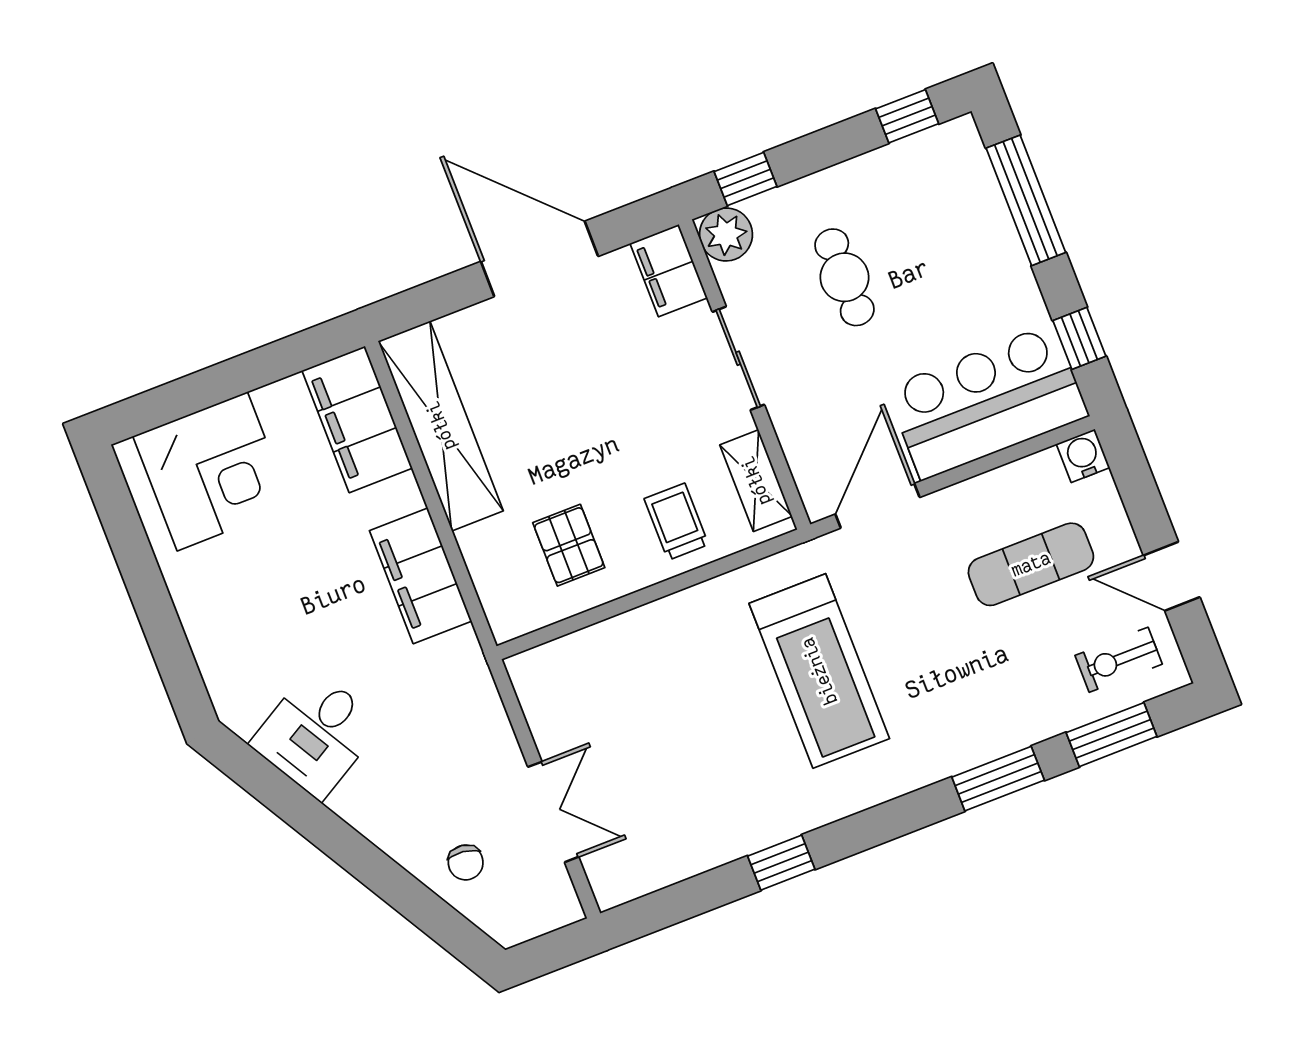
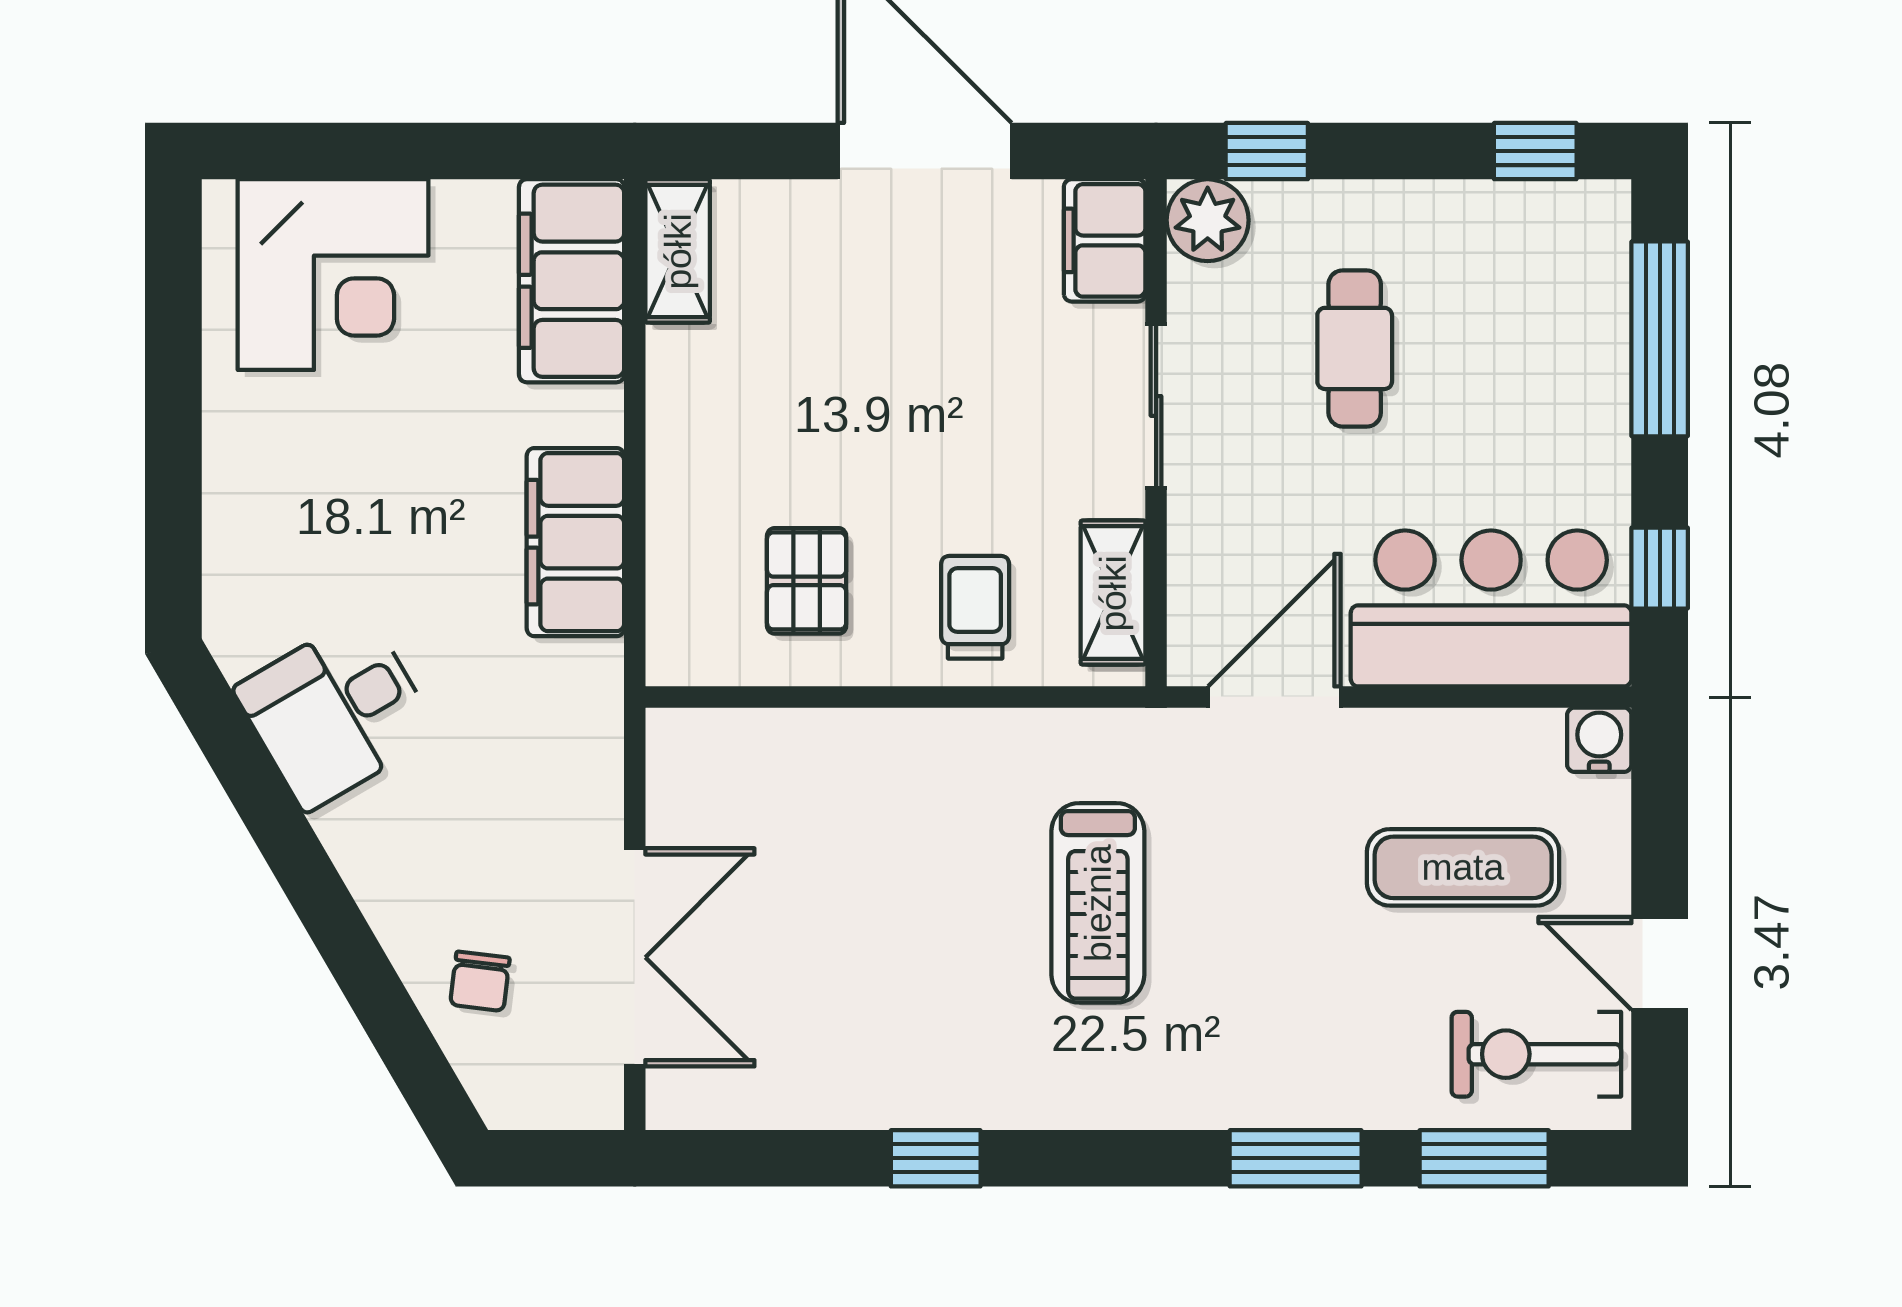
shelving: (441, 426) -> (678, 251), width x0.45, depth x0.75
exercise bike: (1119, 660) -> (1536, 1054), width x1.38, depth x1.39
treadmill: (819, 671) -> (1098, 903), width x0.73, depth x0.73
double door: (553, 812) -> (635, 957), width x1.37

